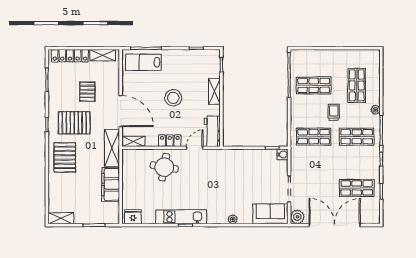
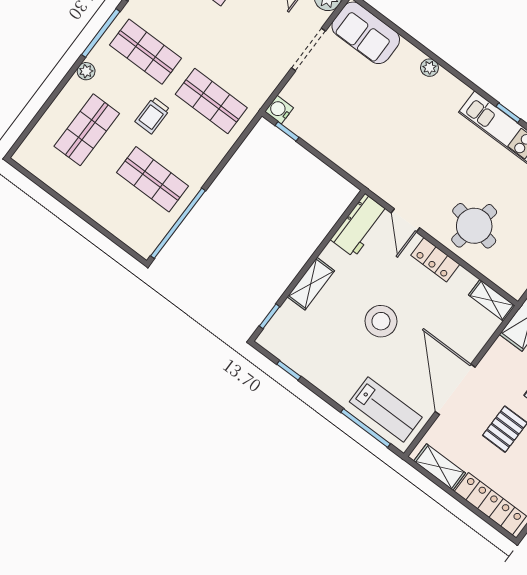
door: (121, 111) -> (455, 389), moved
door: (195, 148) -> (405, 220), hinge flipped

